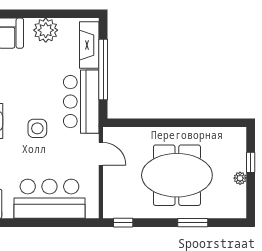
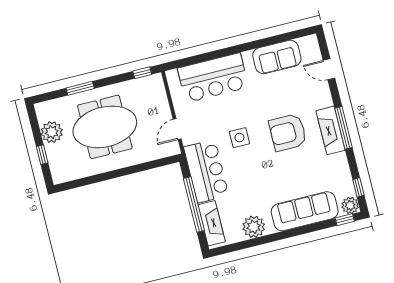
door: (101, 154) -> (177, 129), hinge flipped
plant: (240, 178) -> (52, 132), width x1.88, depth x1.88

